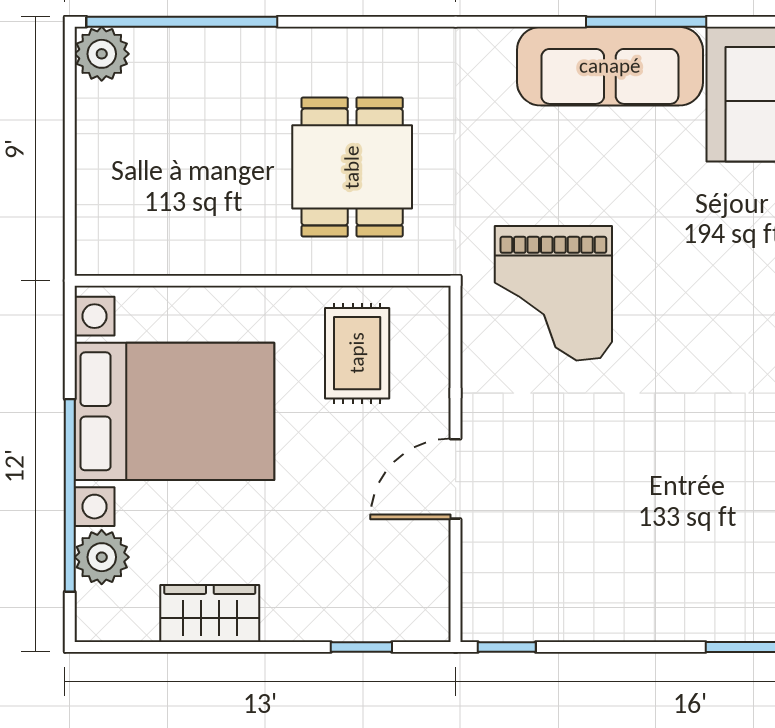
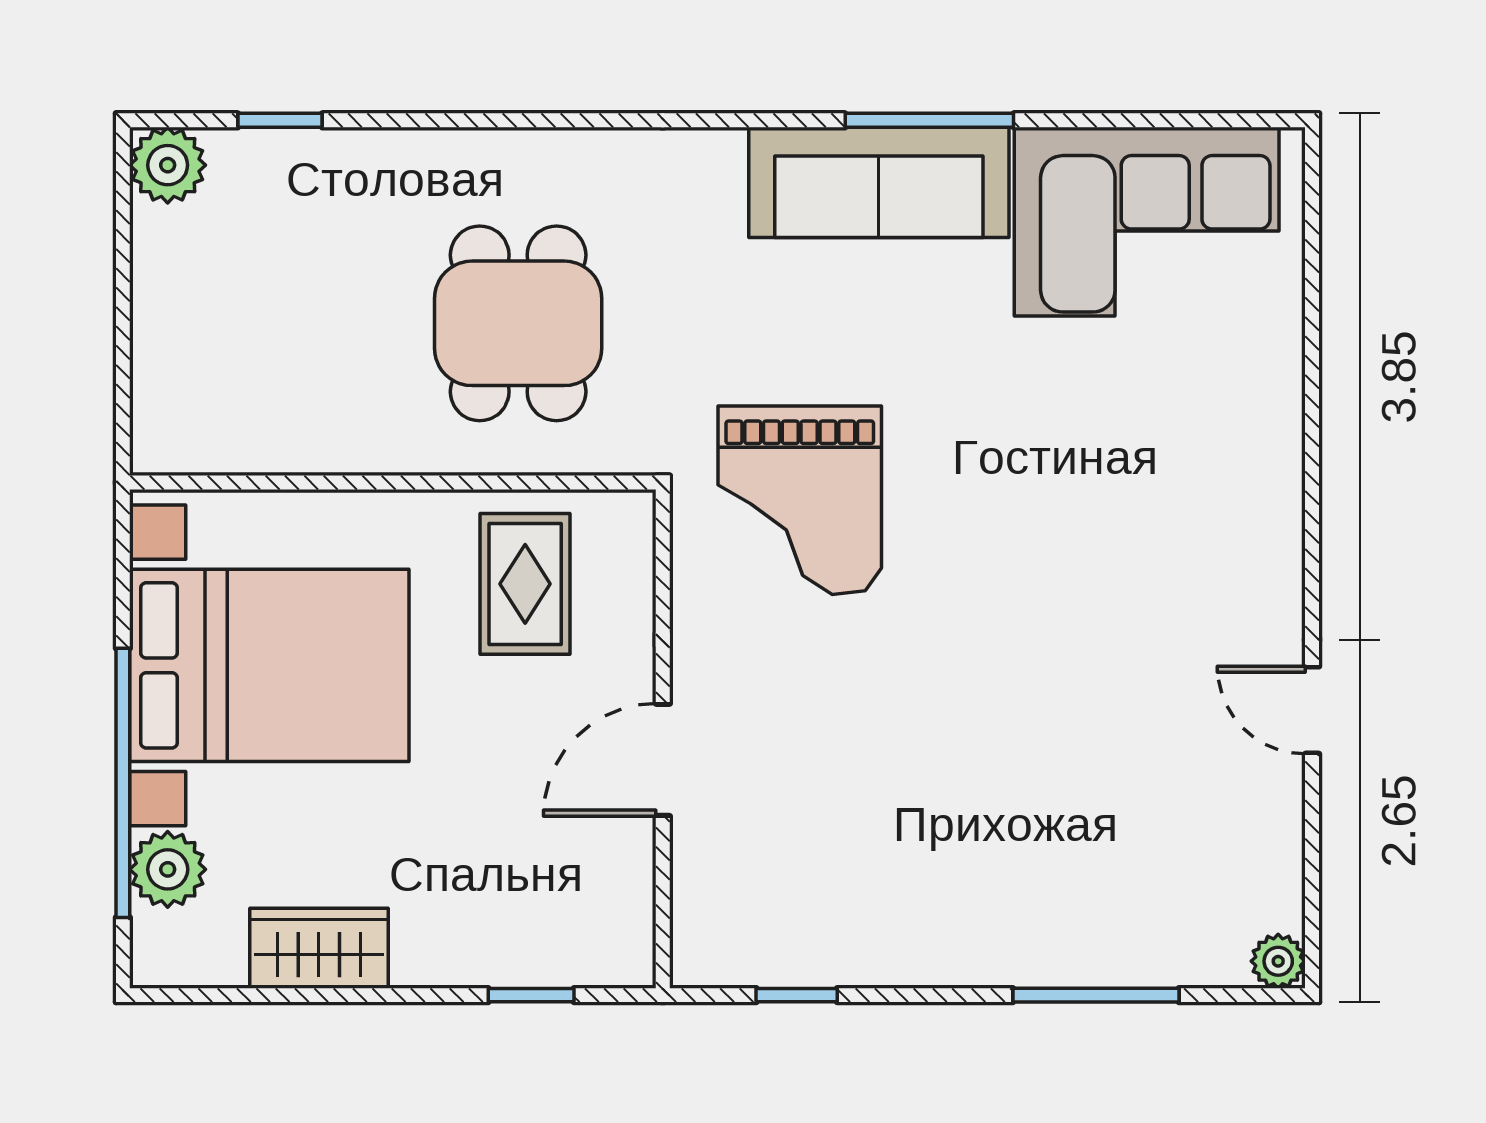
window: (182, 22) -> (280, 120), width x0.32
window: (507, 647) -> (797, 995), moved

